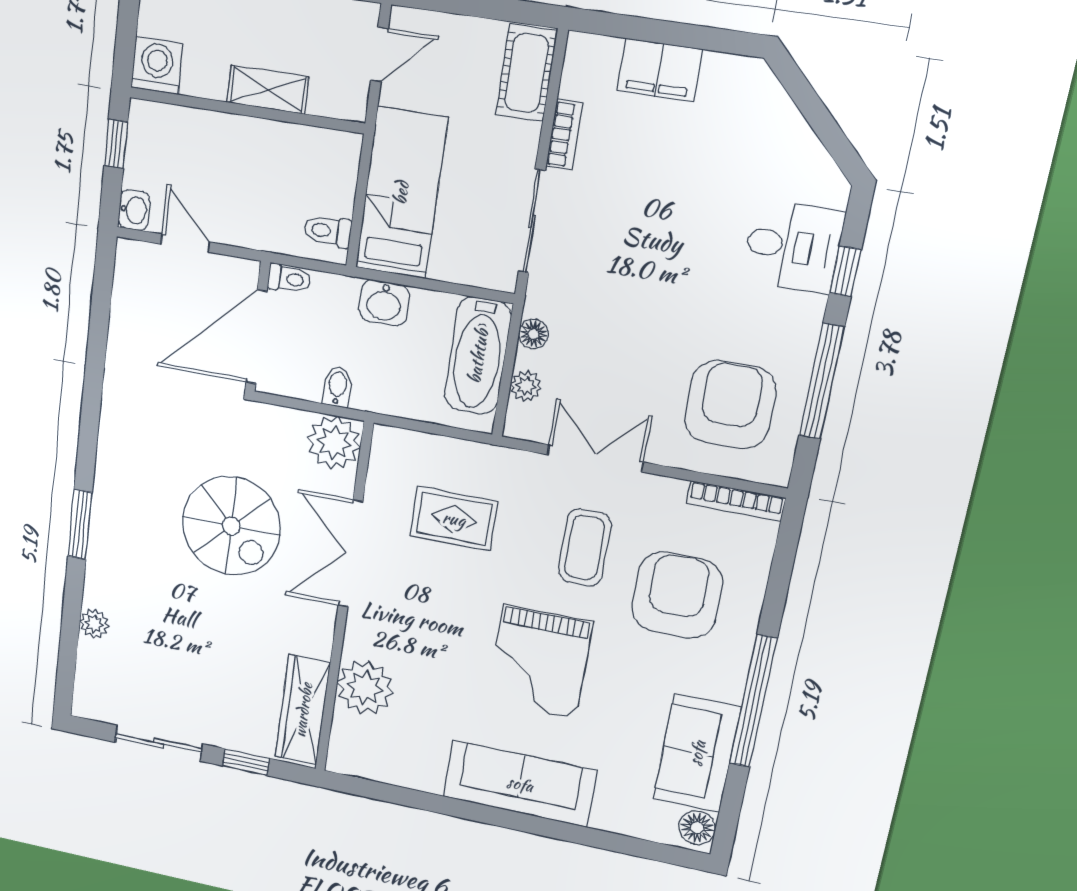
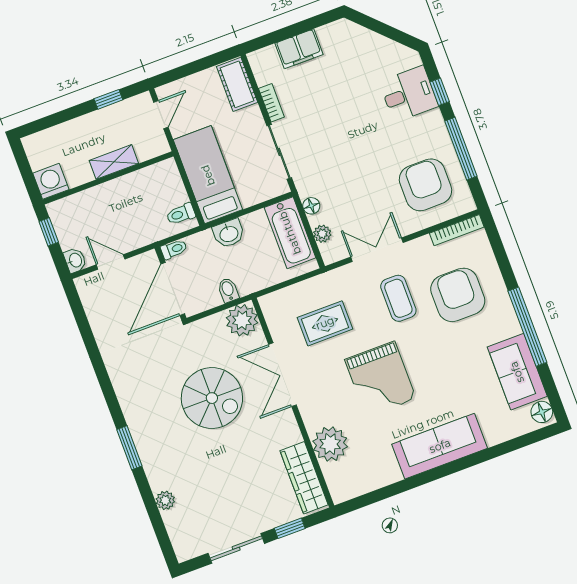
grand piano: (540, 662) -> (380, 379), moved

